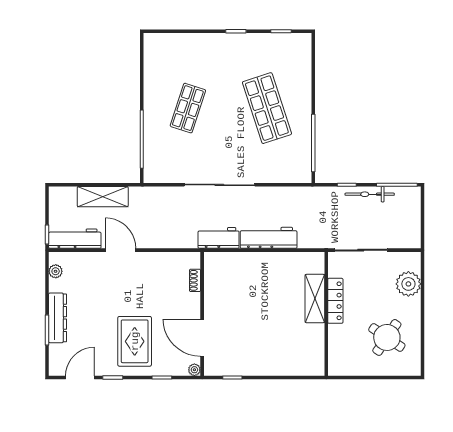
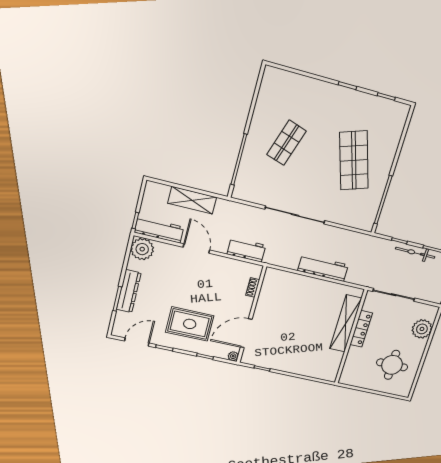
workbench: (219, 238) -> (246, 250), moved
plant: (56, 271) -> (142, 249), width x1.88, depth x1.88
shelving: (315, 299) -> (346, 323), width x1.47
round table: (387, 337) -> (392, 365), turned -34
door: (202, 338) -> (246, 333), hinge flipped
rug: (135, 341) -> (190, 324), turned 90

